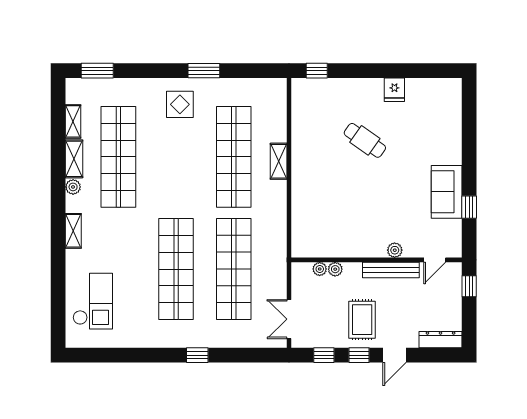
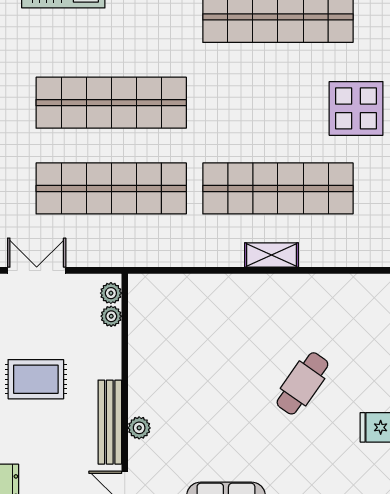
display table: (180, 104) -> (356, 108), width x1.36, depth x1.36
plant: (335, 269) -> (111, 293), moved

